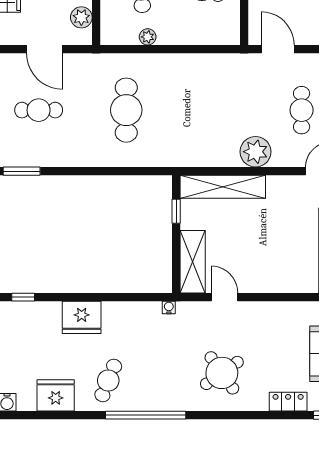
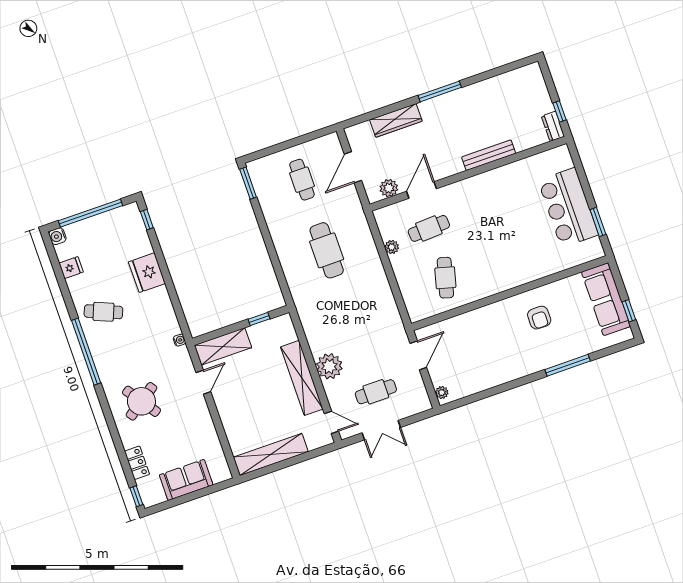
cafe table: (126, 110) -> (327, 250), turned 90
shelving: (223, 187) -> (302, 378), moved
fridge: (56, 395) -> (71, 268), width x0.53, depth x0.75

